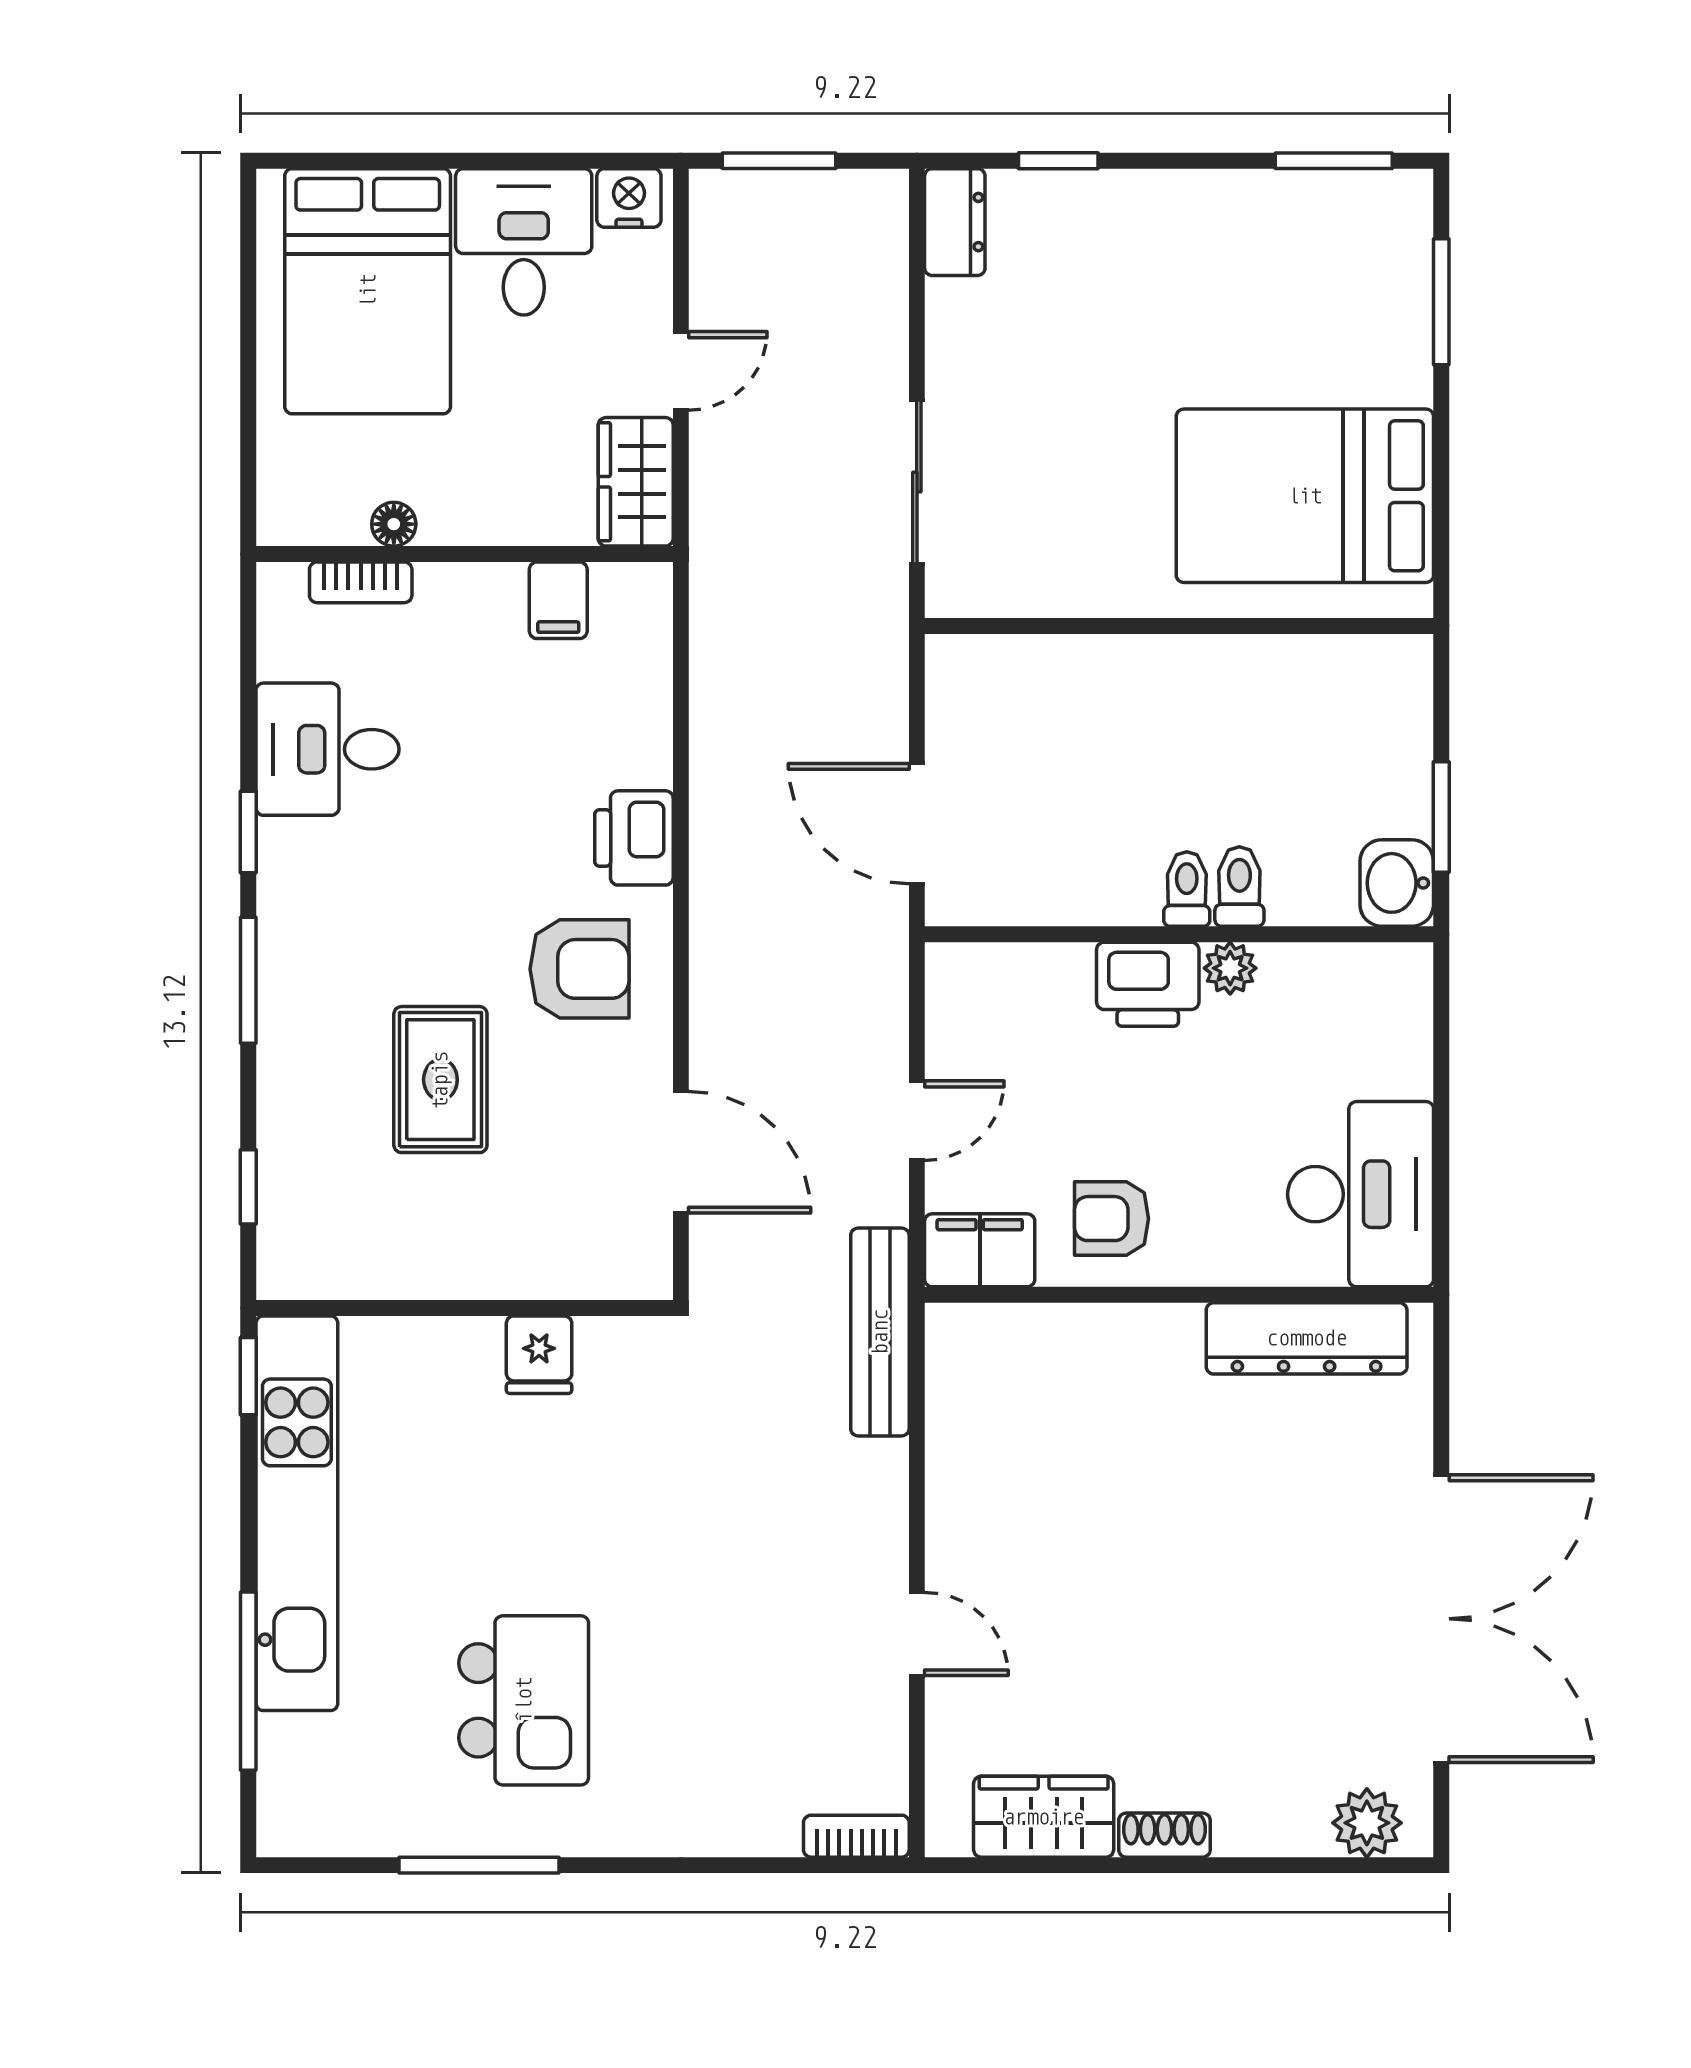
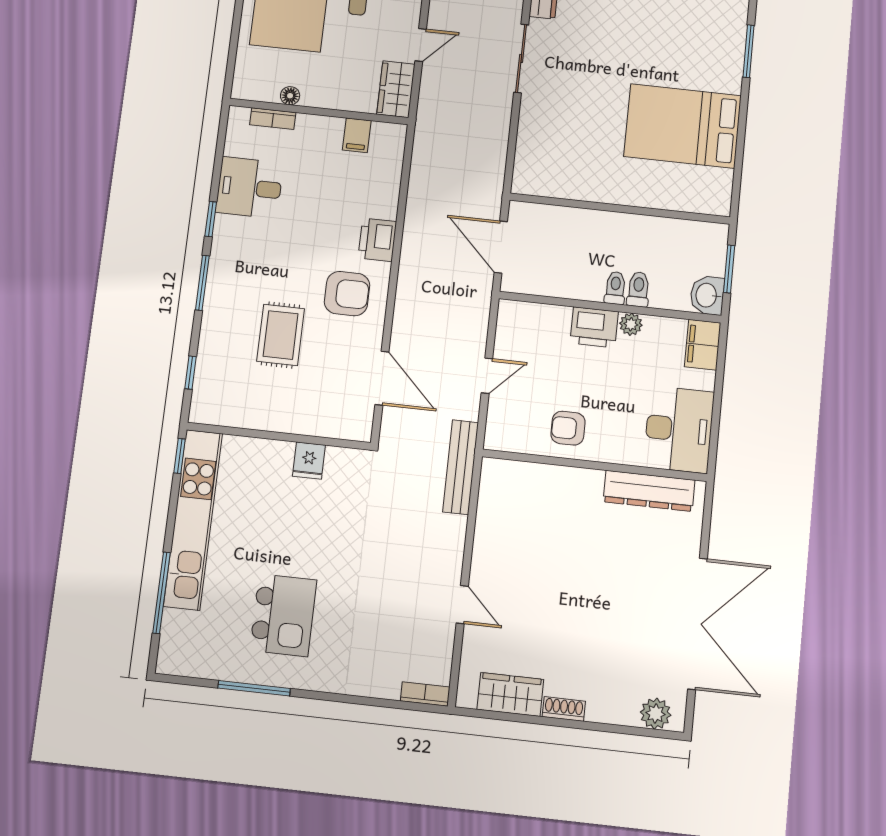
sliding door: (917, 482) -> (521, 58), moved
wall: (1179, 626) -> (620, 209), moved
filing cabinet: (980, 1250) -> (703, 345), moved, turned -90

